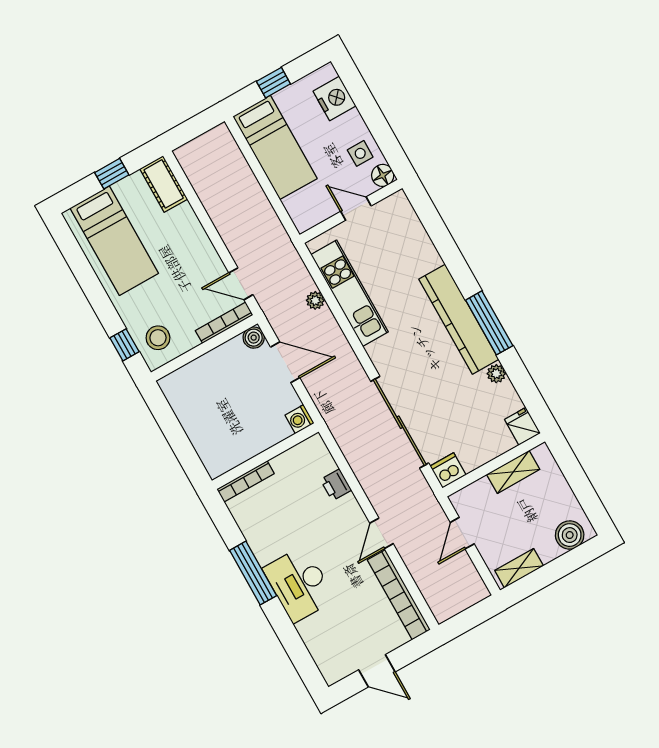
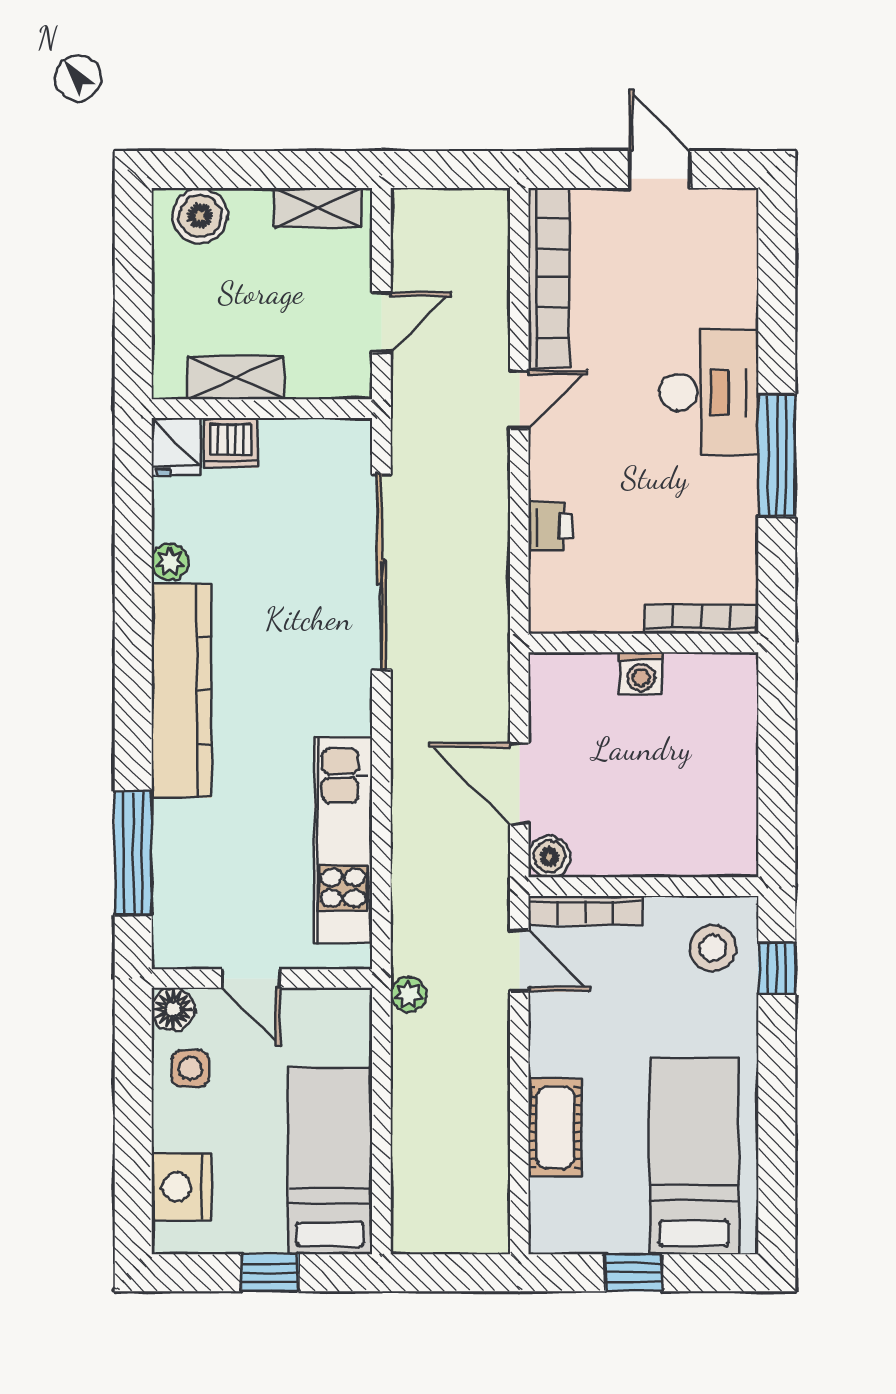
cot: (164, 184) -> (555, 1127), moved
plant: (315, 300) -> (408, 994), moved
window: (489, 323) -> (133, 853), moved
washing machine: (299, 419) -> (641, 673), moved, turned 90
dishwasher: (448, 471) -> (231, 443), moved

